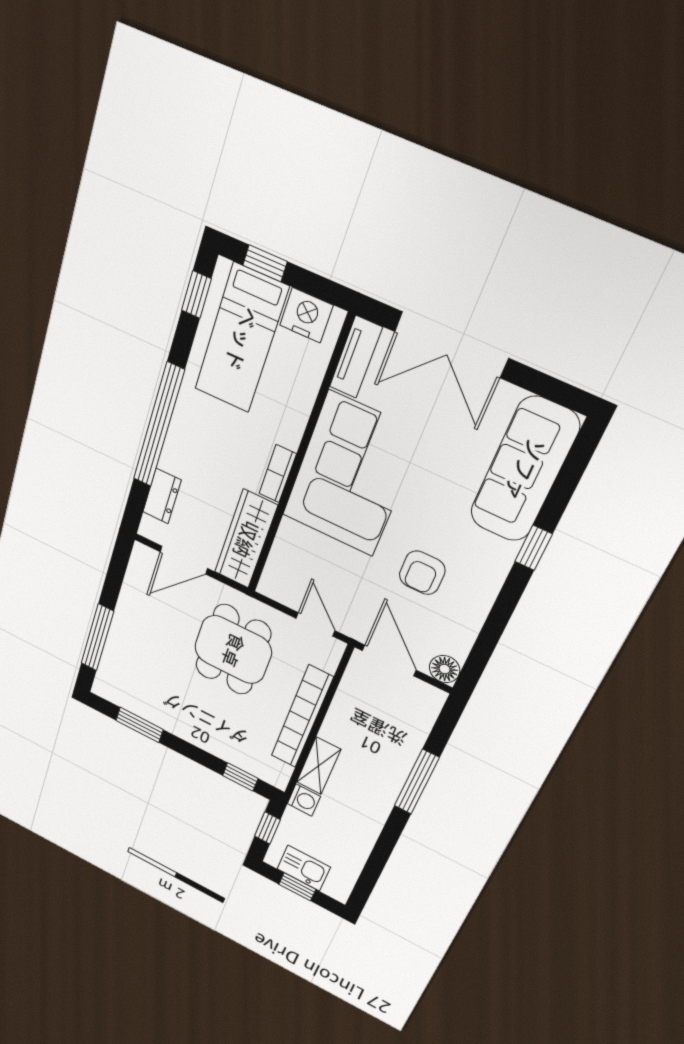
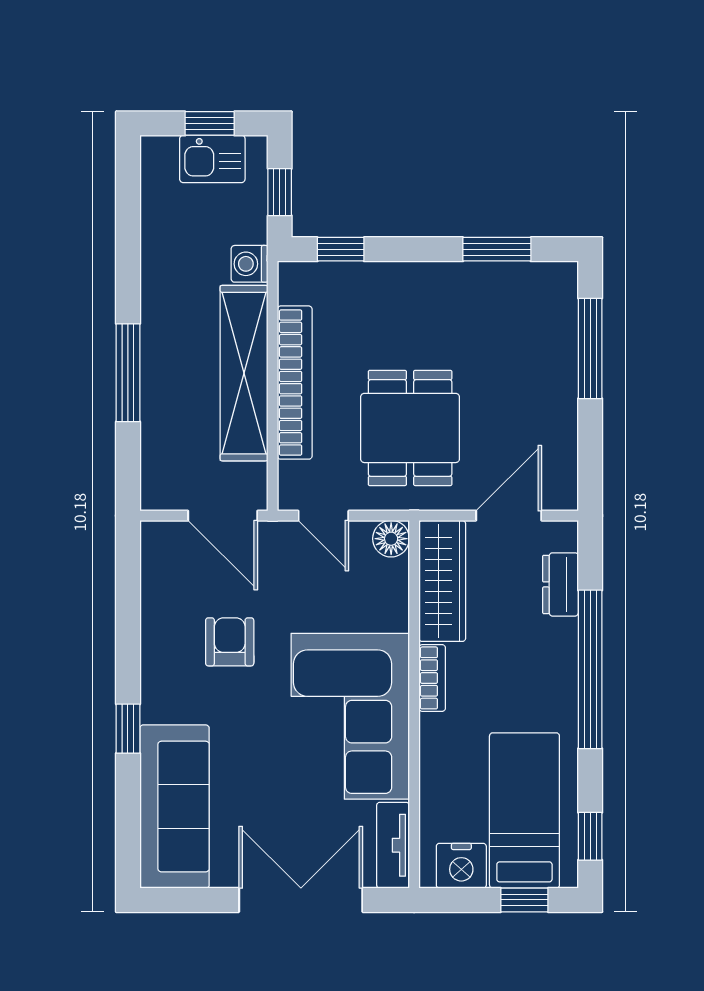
floor lamp: (445, 669) -> (391, 539), moved
shelving: (319, 766) -> (244, 373), width x2.20, depth x1.33

